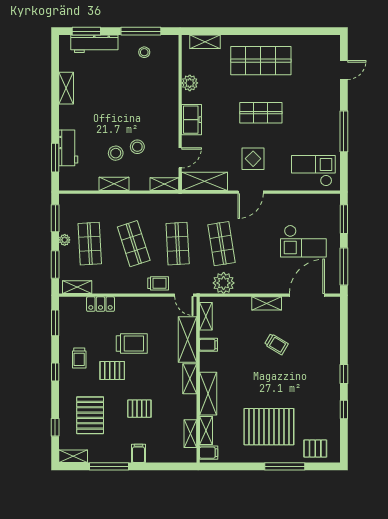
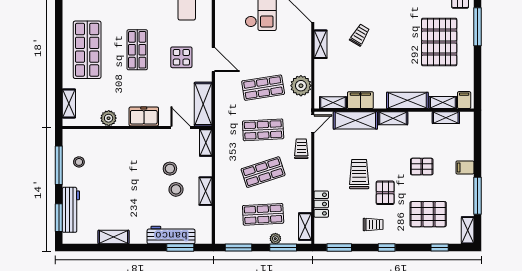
workbench: (68, 148) -> (171, 235), width x1.37
plant: (65, 240) -> (275, 239), moved
filing cabinet: (208, 345) -> (360, 100), width x2.00
pallet: (139, 409) -> (422, 167), turned 90

